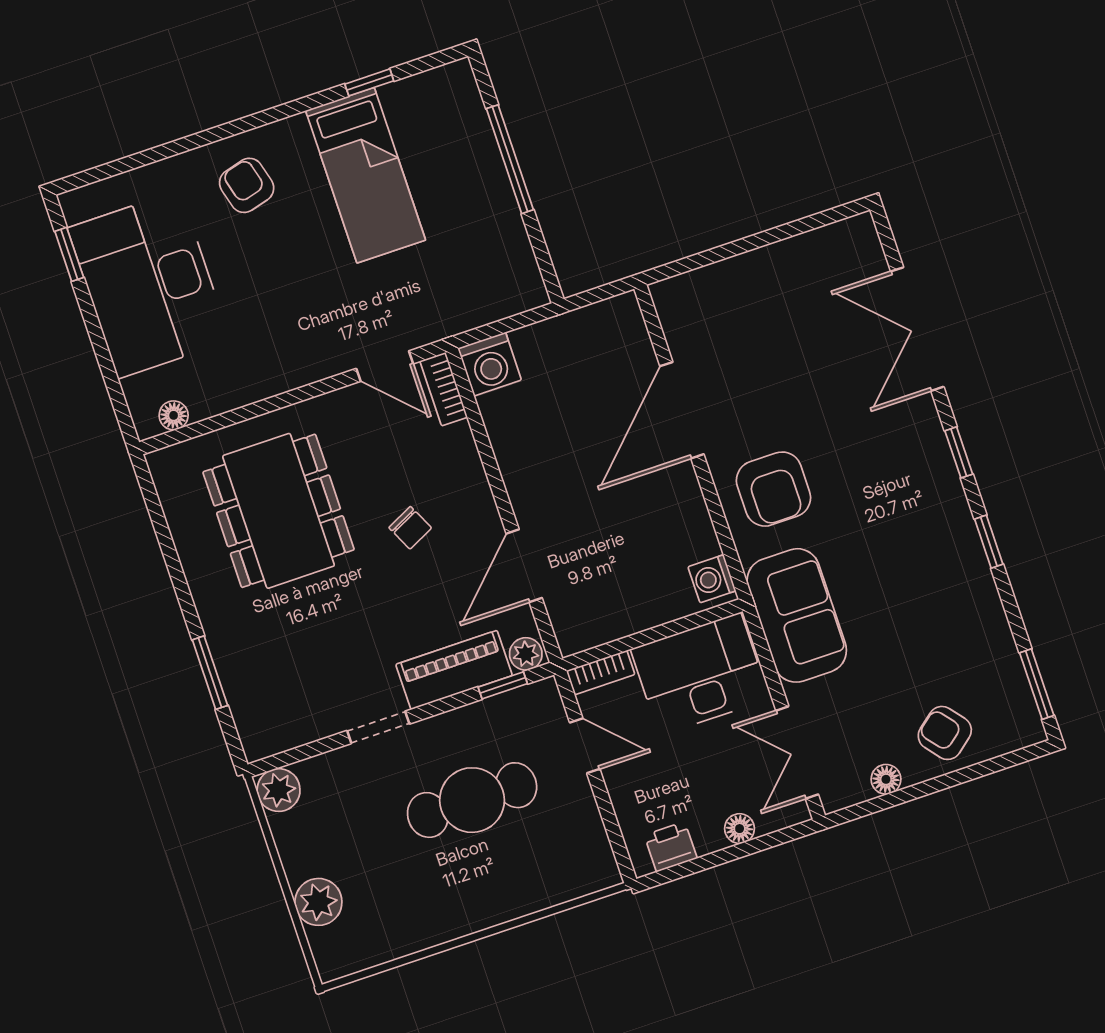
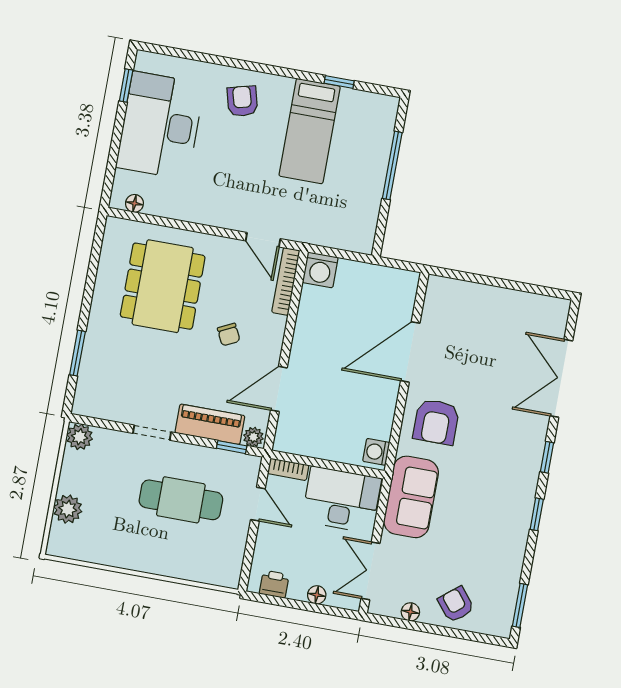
bookcase: (444, 389) -> (286, 281), width x1.56

